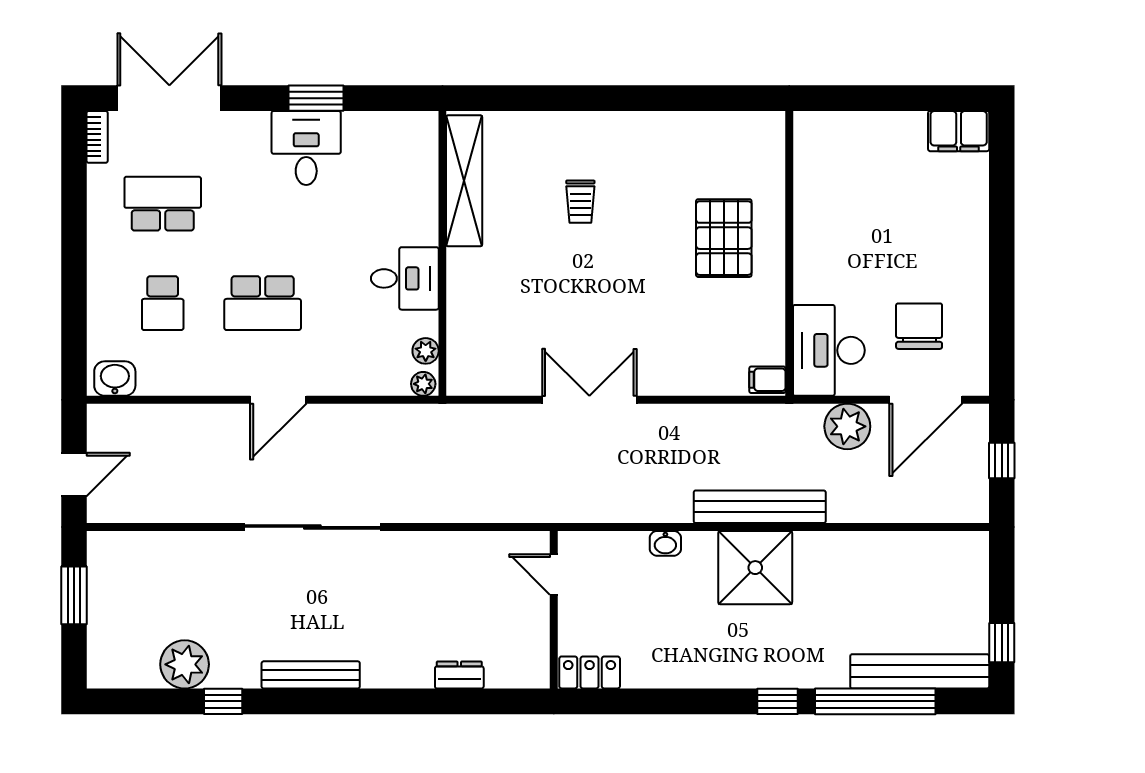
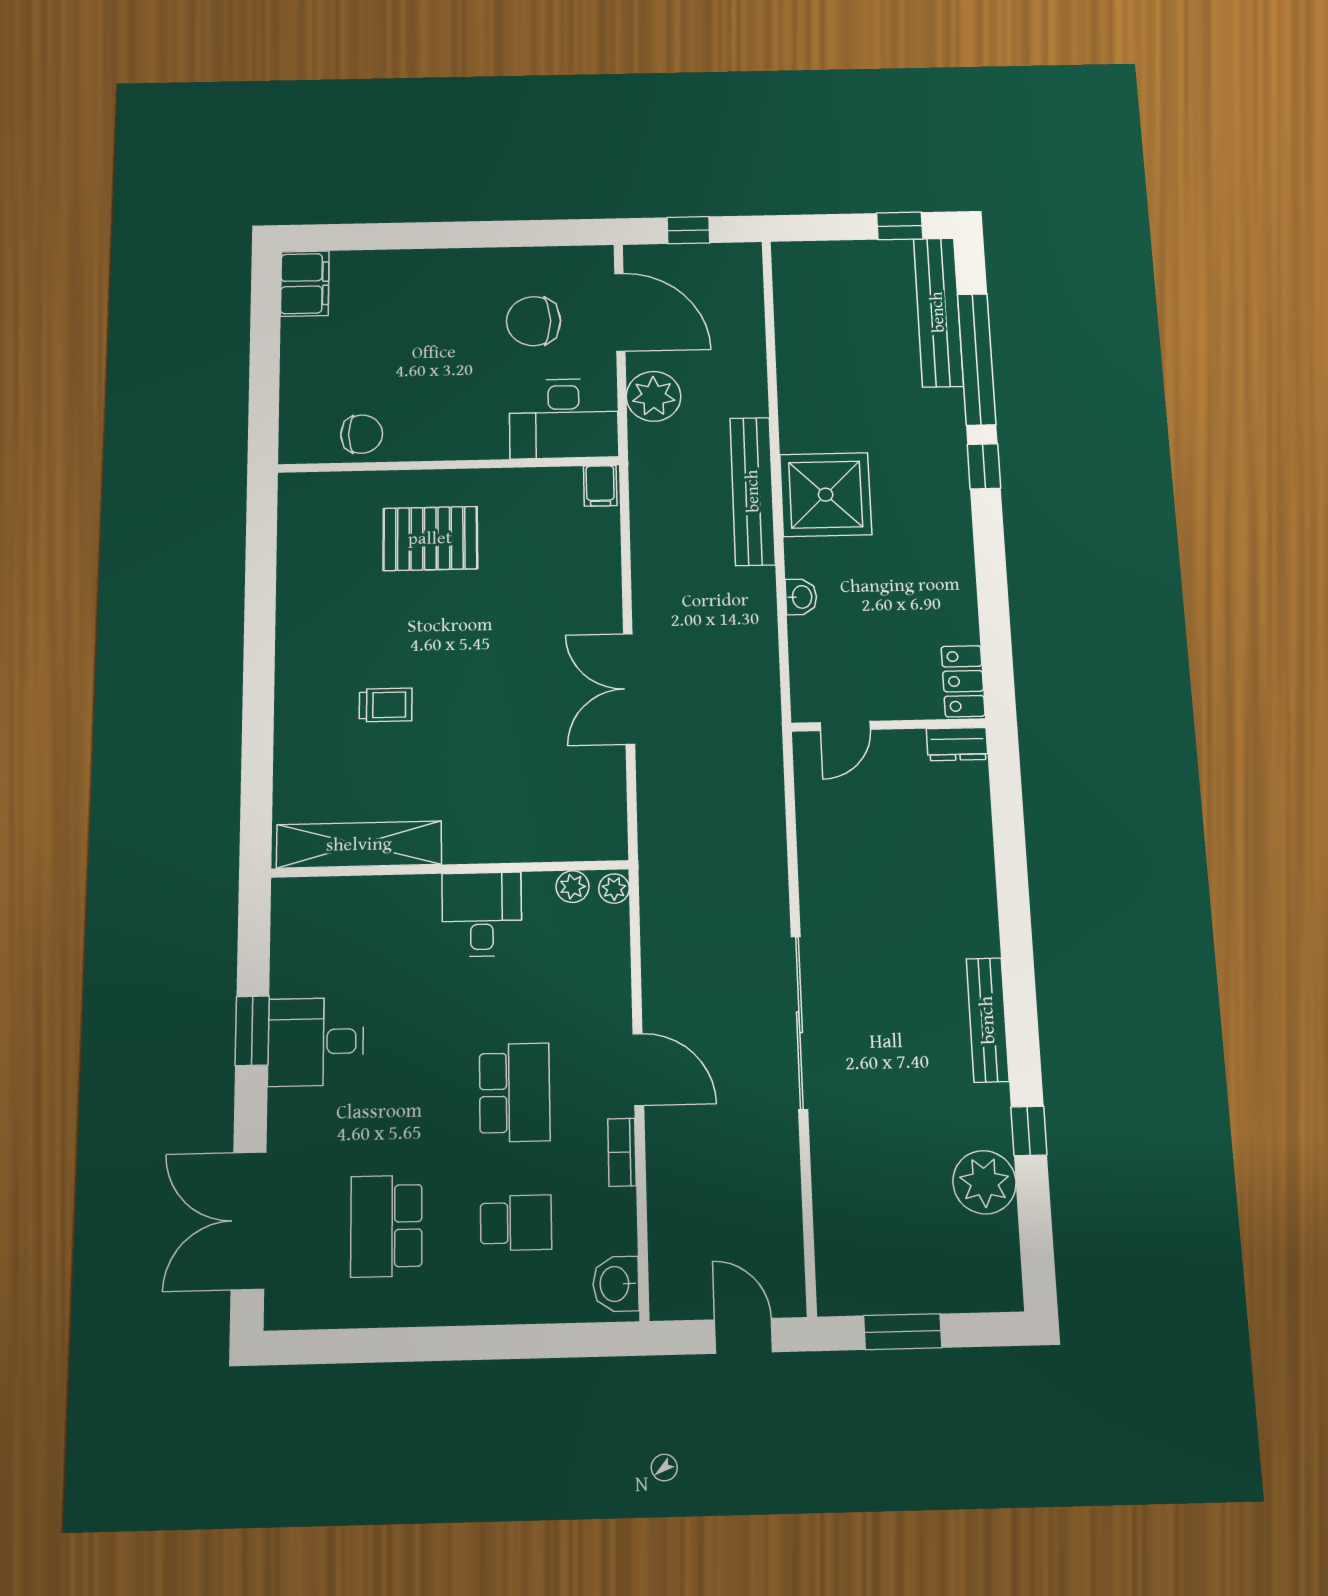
bookcase: (97, 137) -> (622, 1152), moved, turned -90
chair: (819, 181) -> (362, 434), added
dresser: (459, 675) -> (957, 744), moved, turned -90

